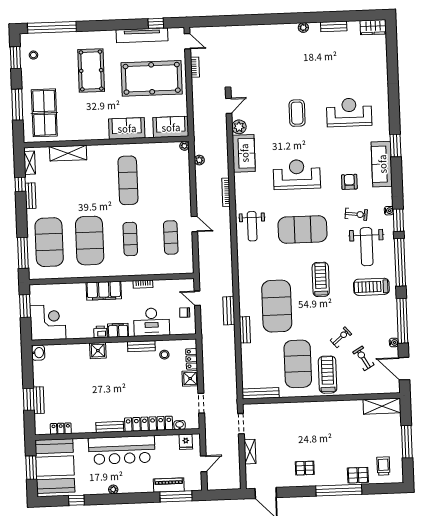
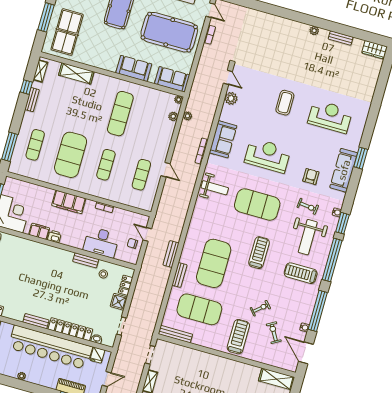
door: (229, 106) -> (228, 77), hinge flipped
sofa: (244, 153) -> (223, 139), moved
plant: (184, 165) -> (173, 116), added
weight bench: (252, 226) -> (215, 188), turned -90
exercise mat: (49, 242) -> (35, 145), width x0.50, depth x0.69
filing cabinet: (118, 330) -> (39, 231), moved
shower: (98, 351) -> (47, 252), removed
exercise mat: (298, 364) -> (199, 309), moved, turned 90
bar counter: (122, 450) -> (50, 347), width x1.36

